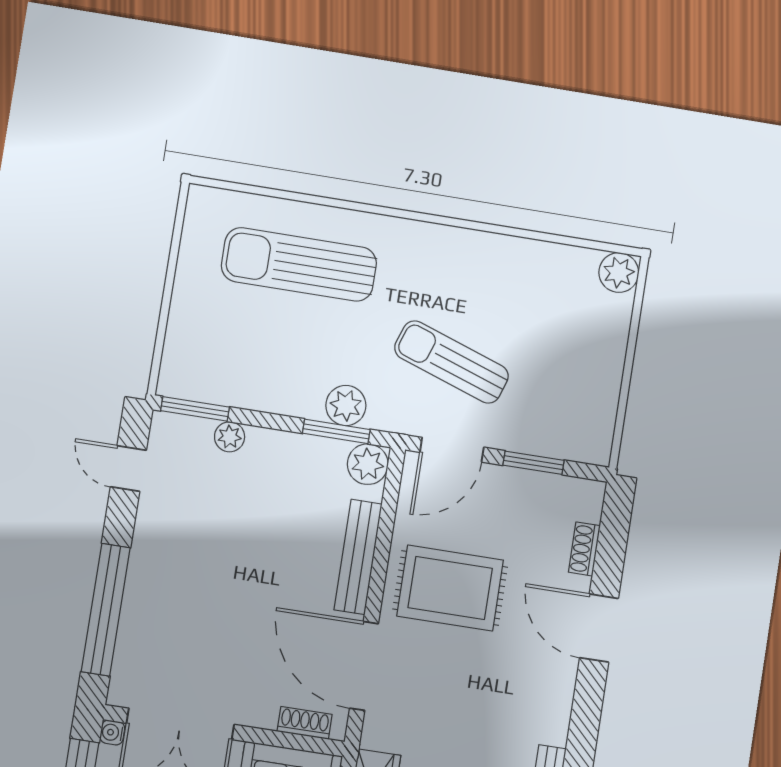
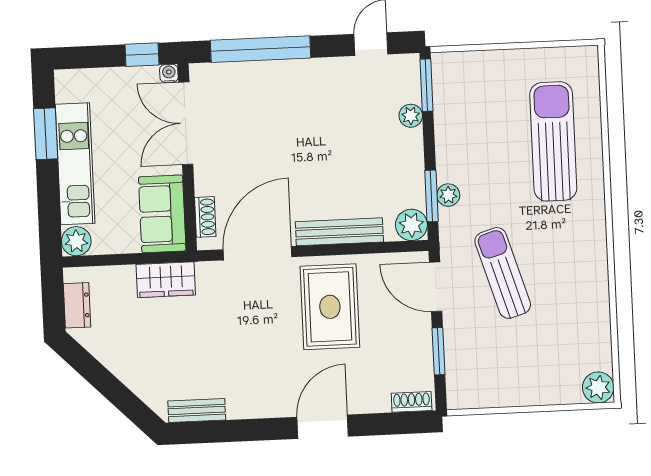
sun lounger: (451, 362) -> (503, 273), turned -36
plant: (346, 405) -> (448, 195), width x0.73, depth x0.73
shoe rack: (584, 549) -> (412, 402), moved

